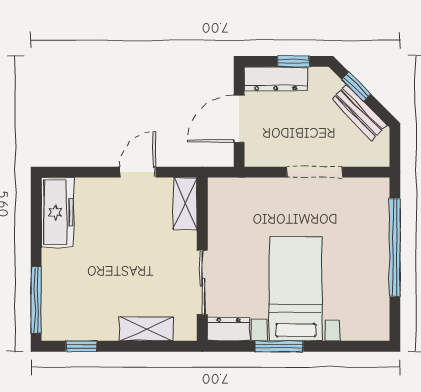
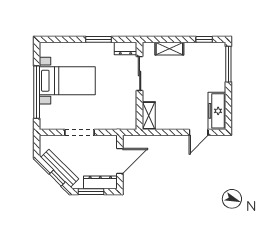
window: (293, 61) -> (91, 192), width x1.50
bench: (359, 113) -> (60, 168), width x1.36
door: (138, 172) -> (199, 132), moved
bed with nightstands: (296, 289) -> (67, 81), moved, turned -90

